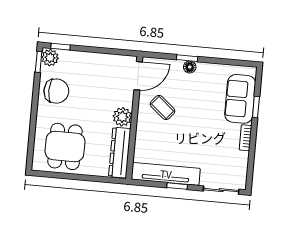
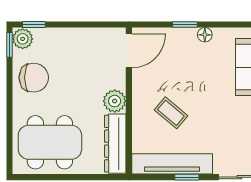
floor lamp: (190, 67) -> (205, 35), moved
coffee table: (163, 107) -> (171, 113), moved
dining table: (65, 146) -> (50, 142), width x1.38

